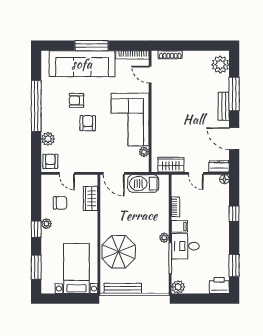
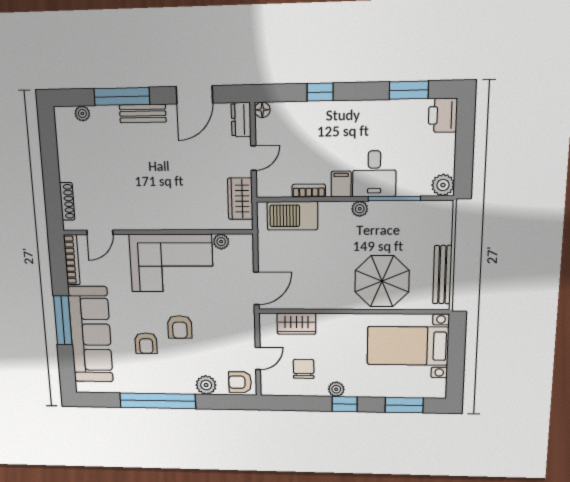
plant: (220, 65) -> (82, 113), width x0.53, depth x0.53
armchair: (88, 123) -> (180, 327), turned -90
barbecue: (143, 184) -> (292, 216), moved, turned 90

